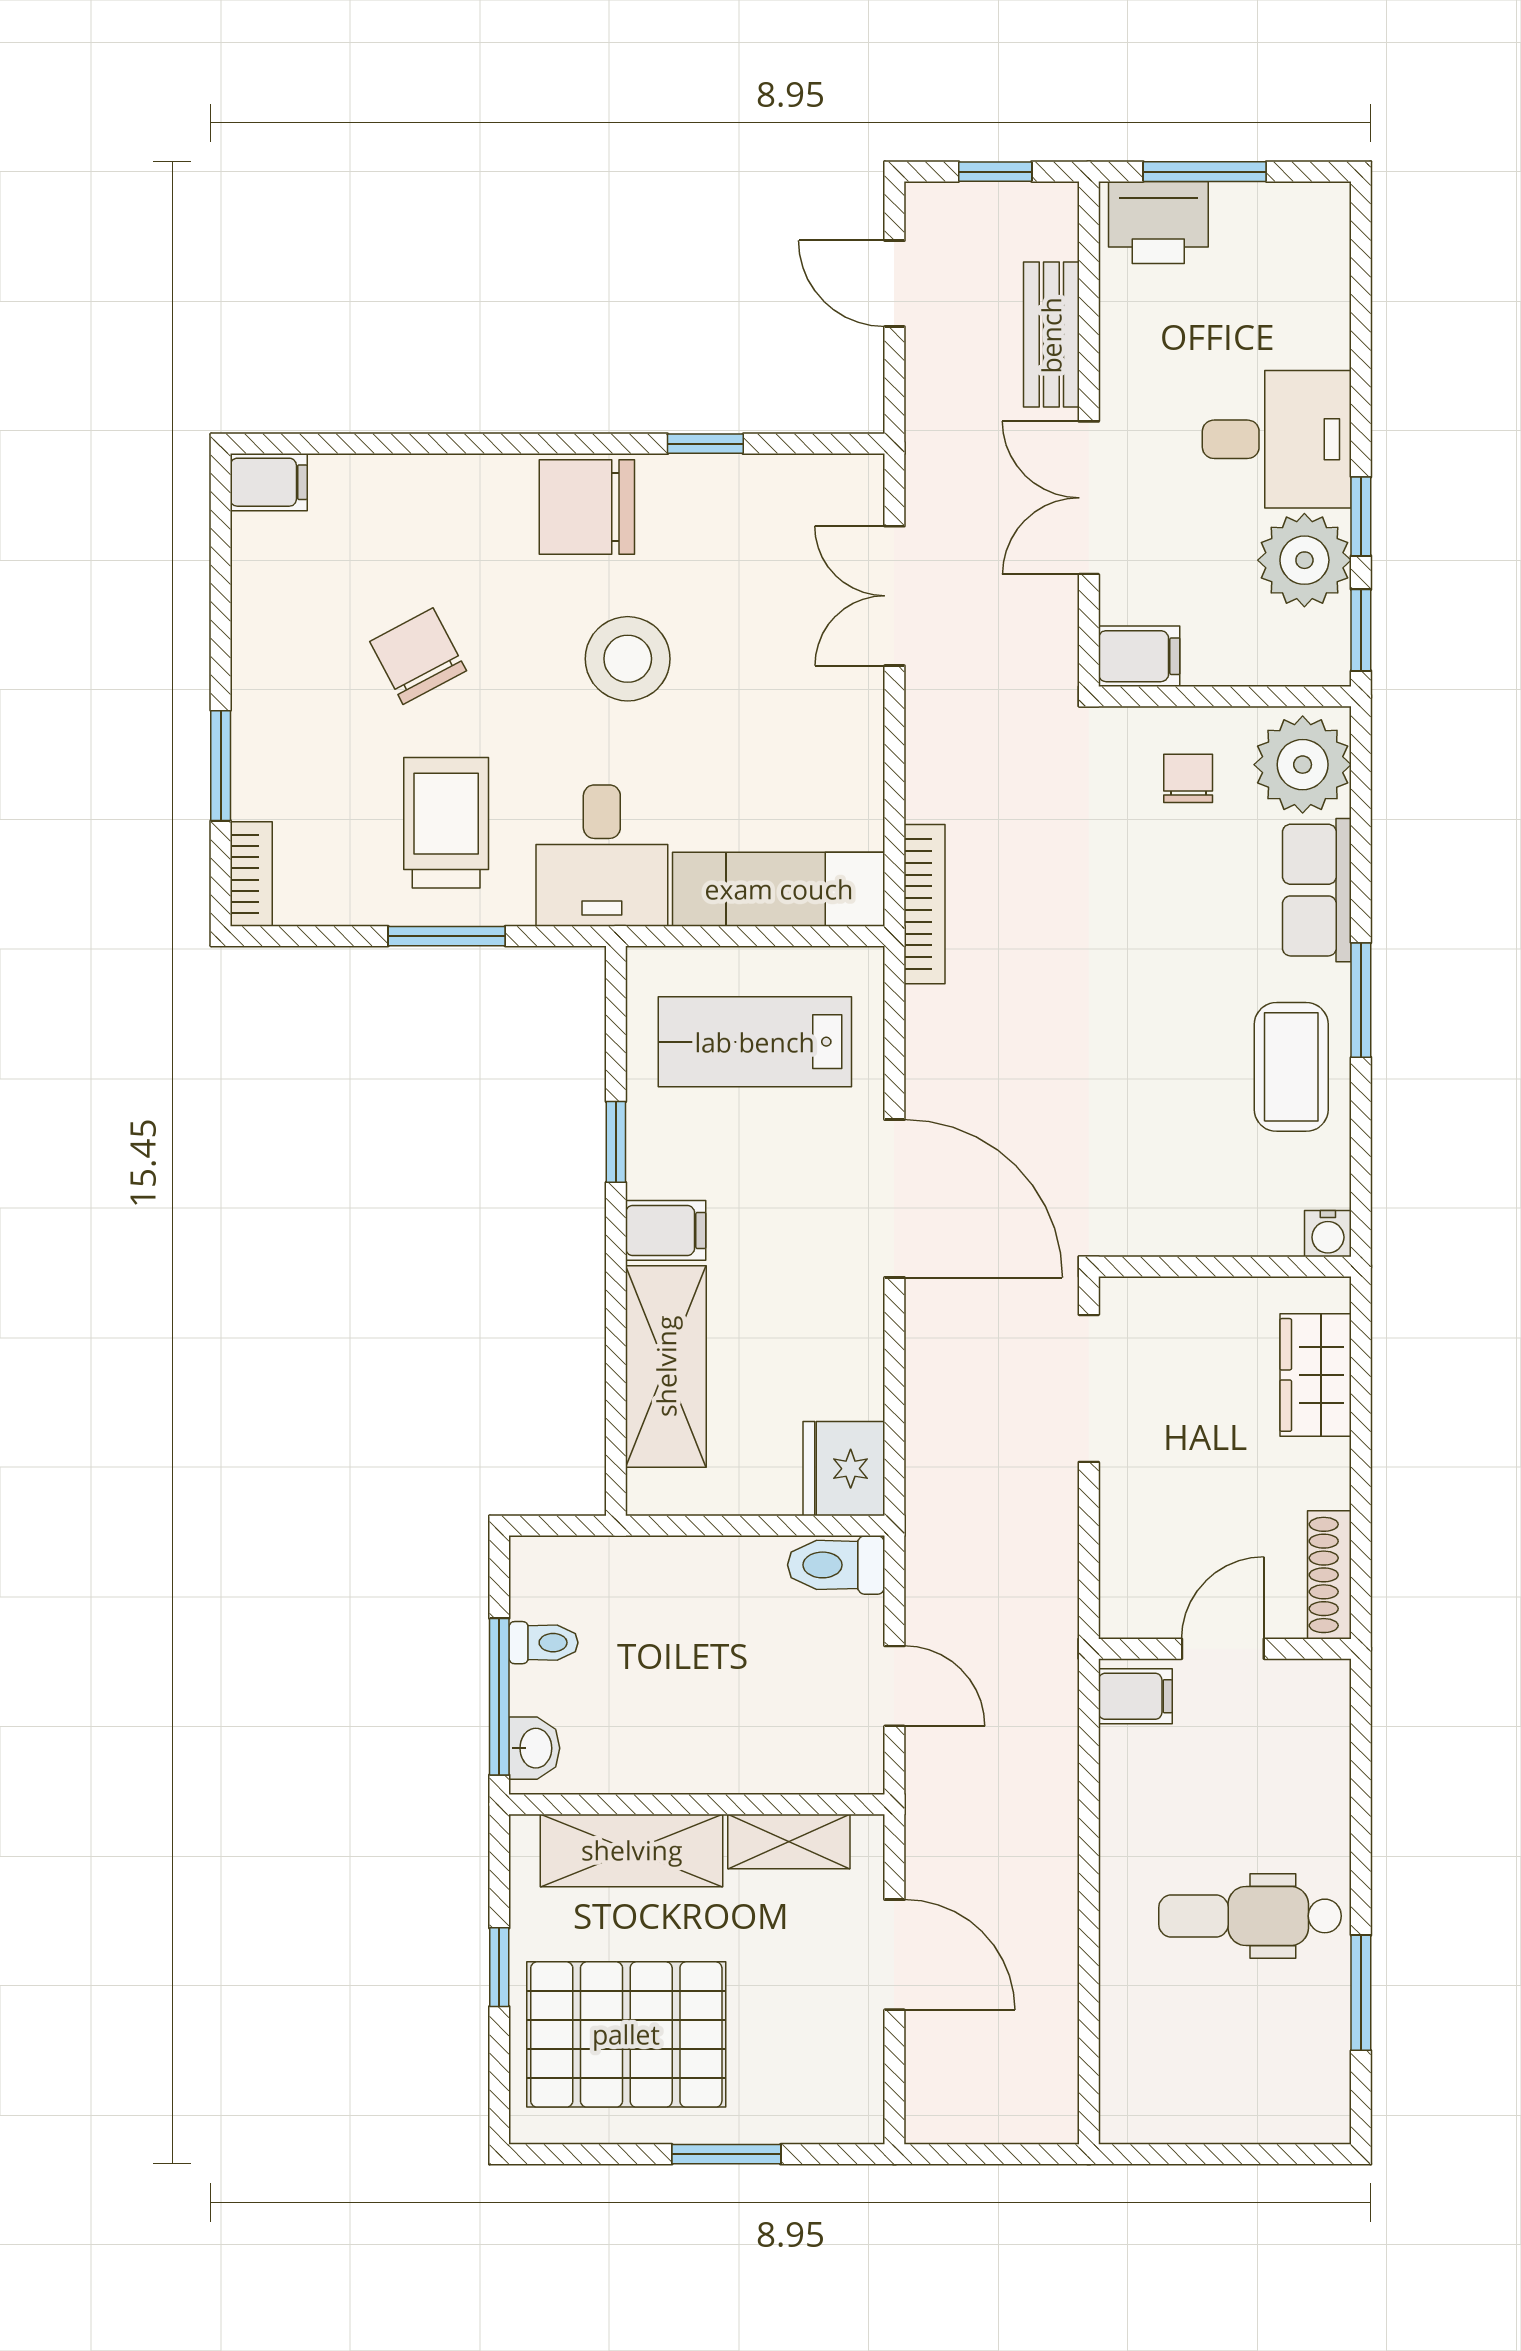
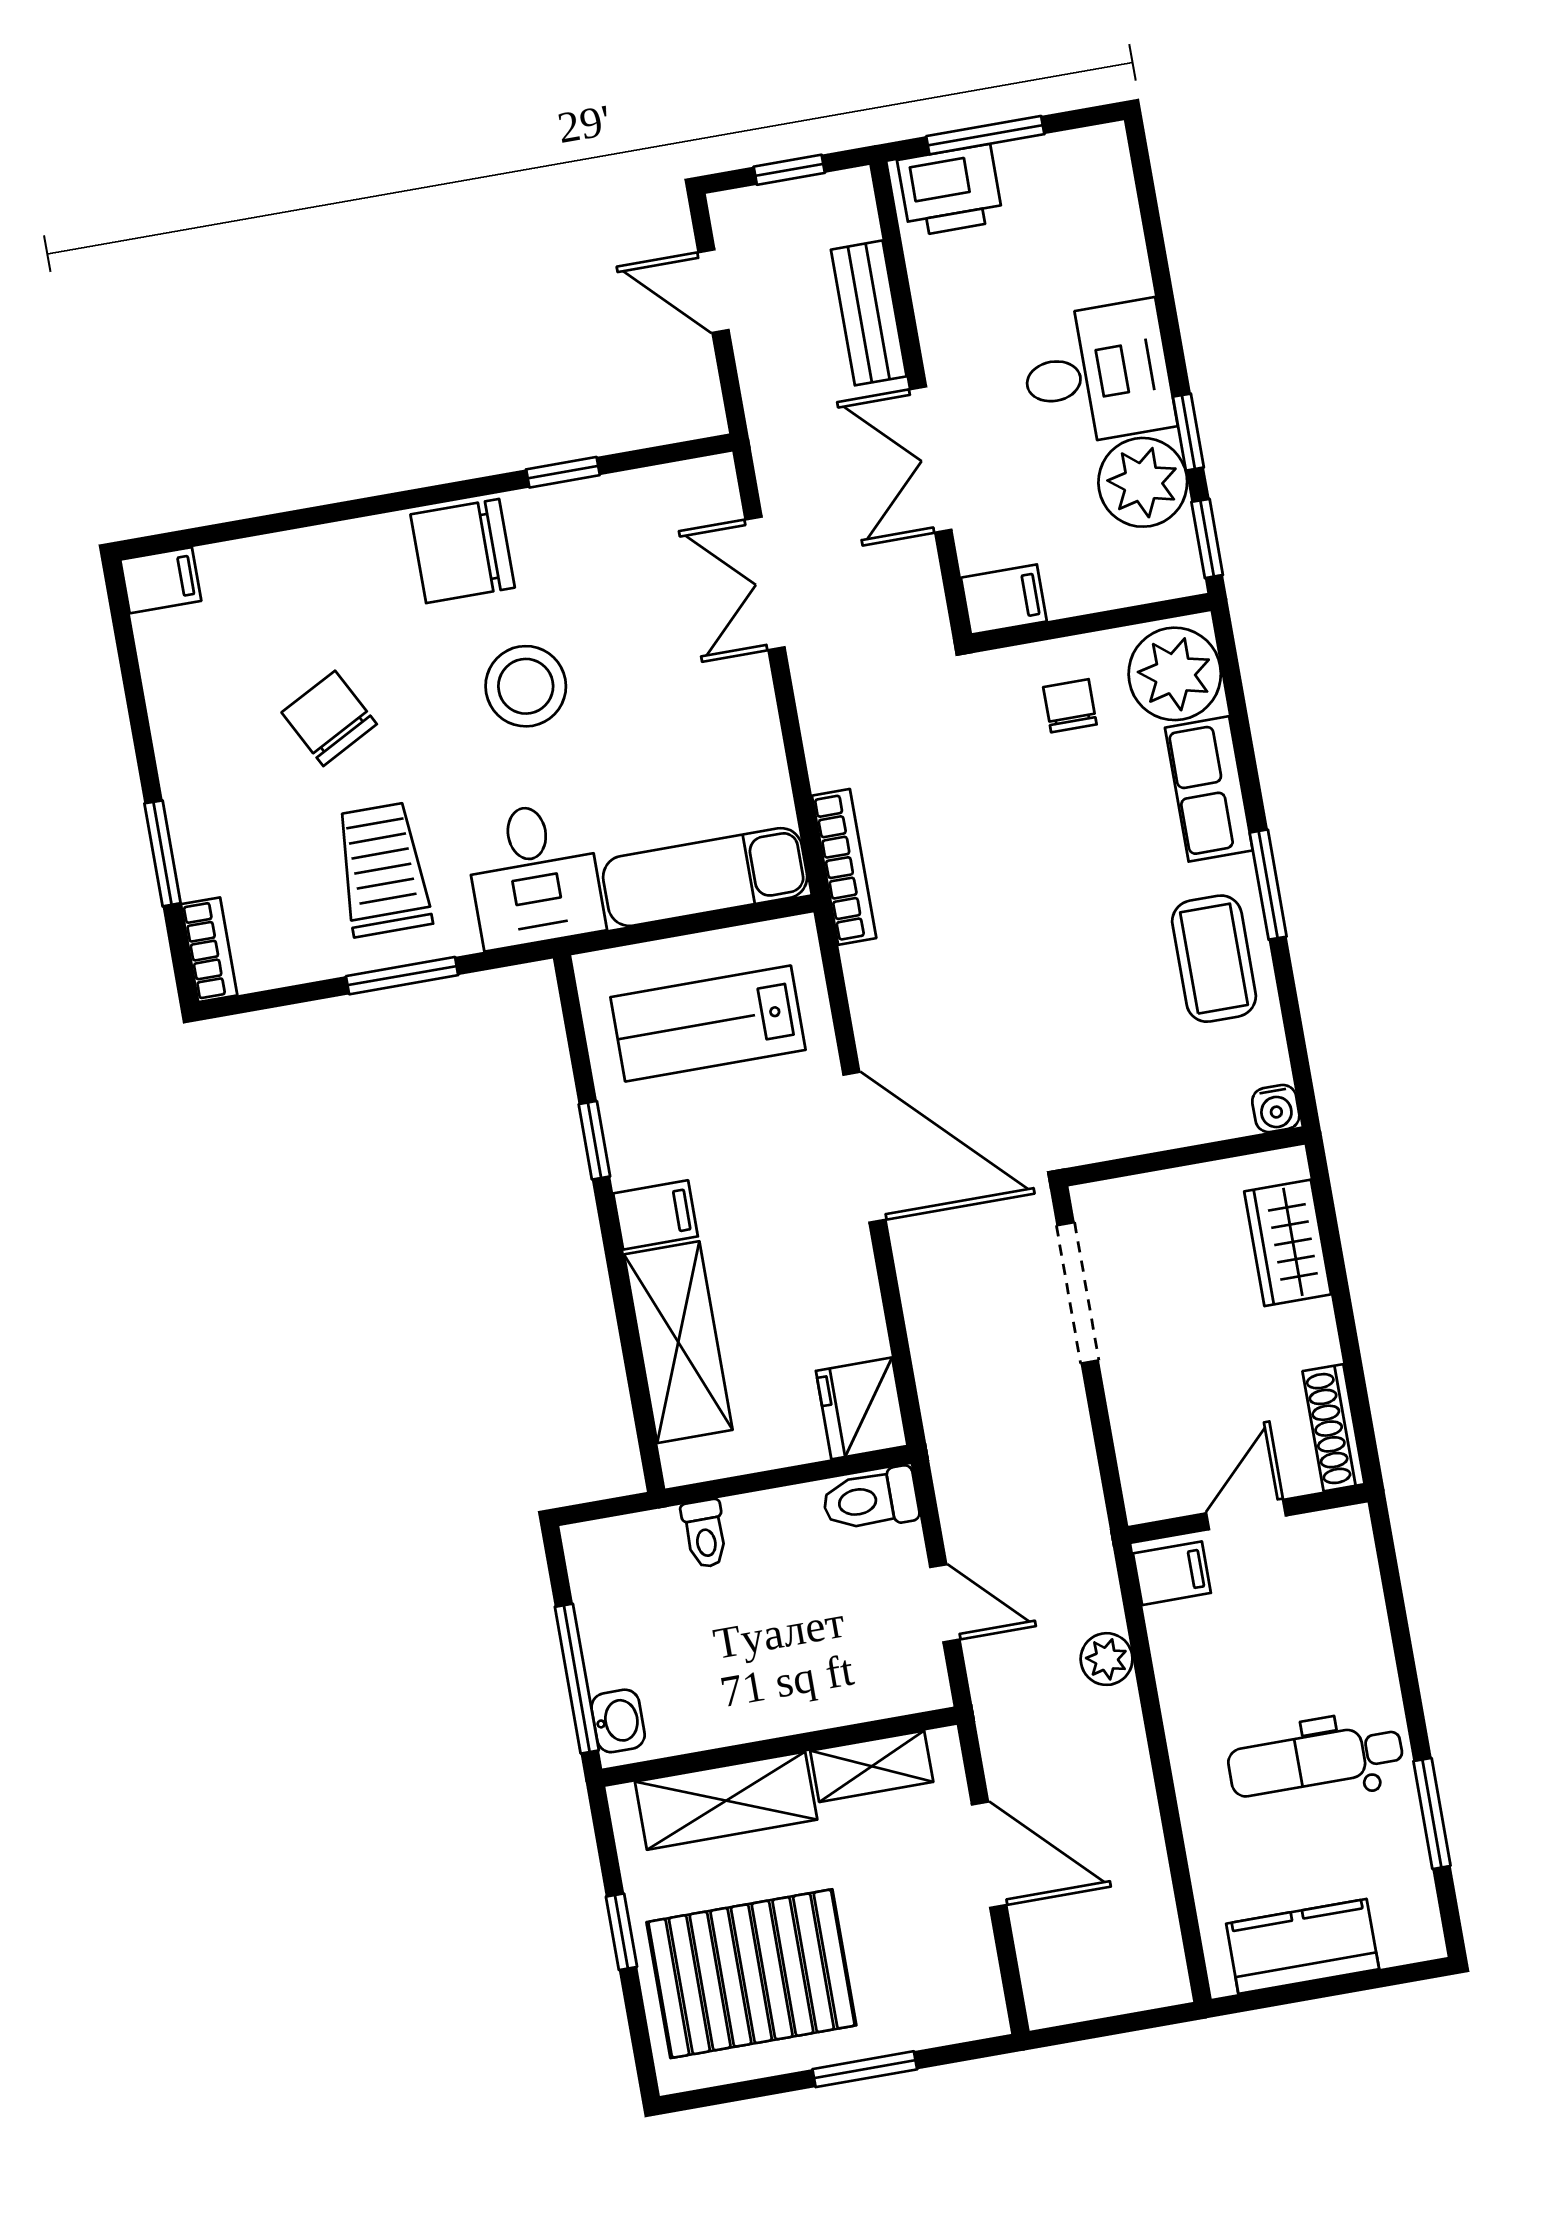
toilet: (543, 1643) -> (705, 1534), moved, turned 90
plant: (1052, 1773) -> (1107, 1659), added
kitchen counter: (1203, 2107) -> (1303, 1946), added

